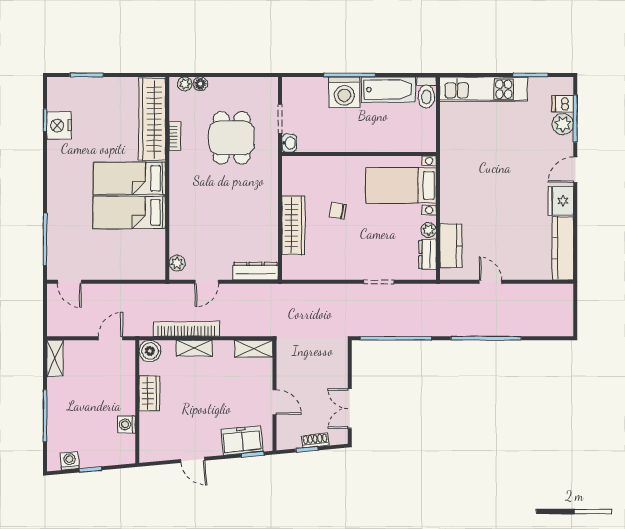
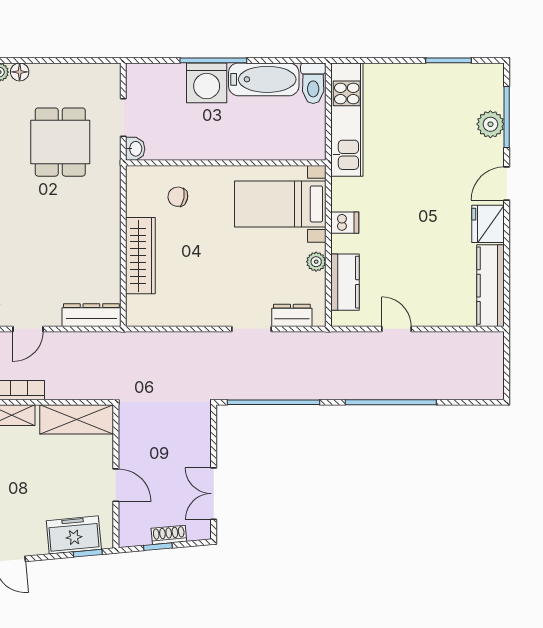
kitchen unit: (484, 89) -> (347, 120), moved, turned -90
dishwasher: (563, 104) -> (345, 223), moved, turned 180
chair: (338, 211) -> (178, 197), moved
dresser: (428, 254) -> (292, 315), moved, turned 90
shelving: (254, 349) -> (77, 419), width x1.50, depth x1.33

